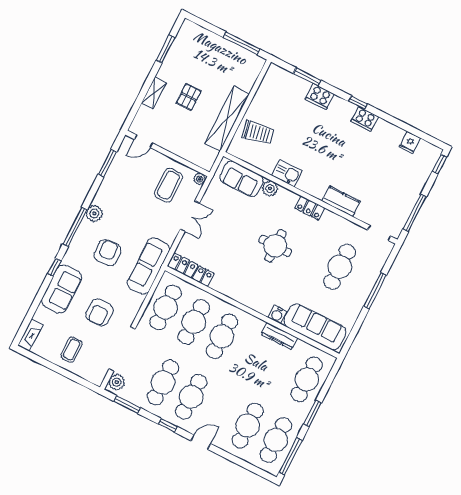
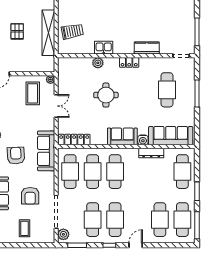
sofa: (242, 179) -> (122, 136), moved, turned 180
round table: (275, 246) -> (106, 95), moved

